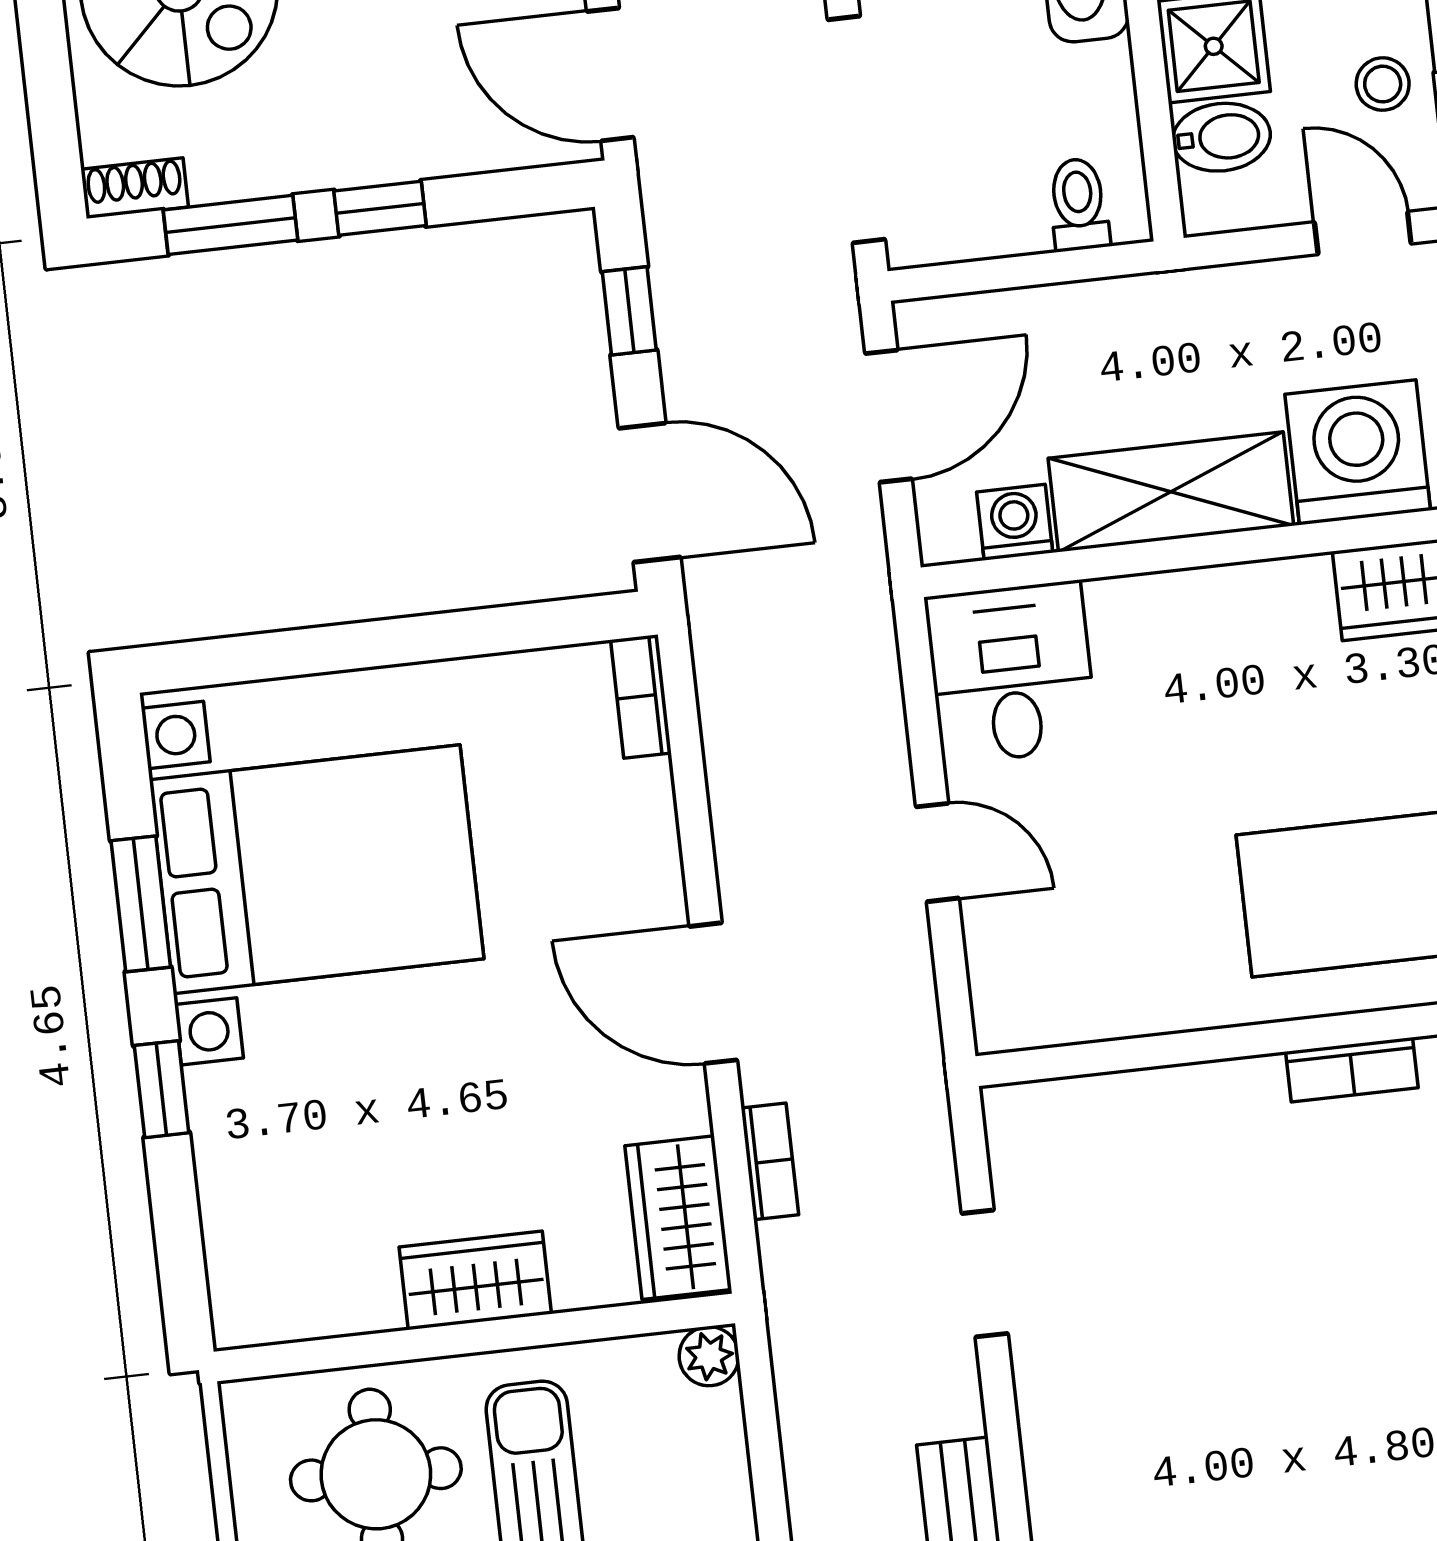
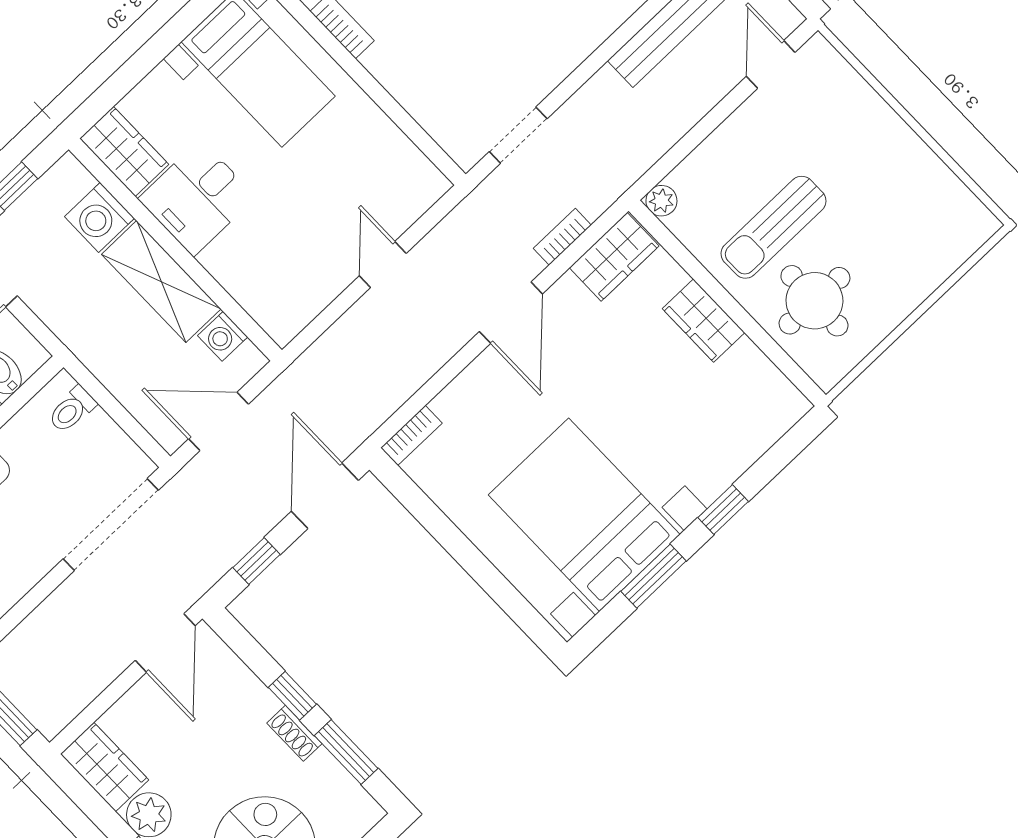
shoe rack: (135, 188) -> (294, 733), moved
washing machine: (1358, 452) -> (99, 217), width x0.73, depth x0.73
desk: (1011, 673) -> (197, 198), moved
doorway: (985, 1273) -> (518, 135), moved

